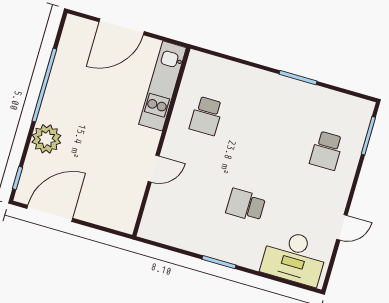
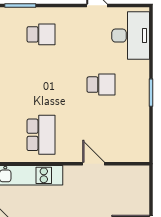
school desk: (206, 116) -> (41, 135), width x1.85
school desk: (246, 205) -> (101, 85), turned -90

